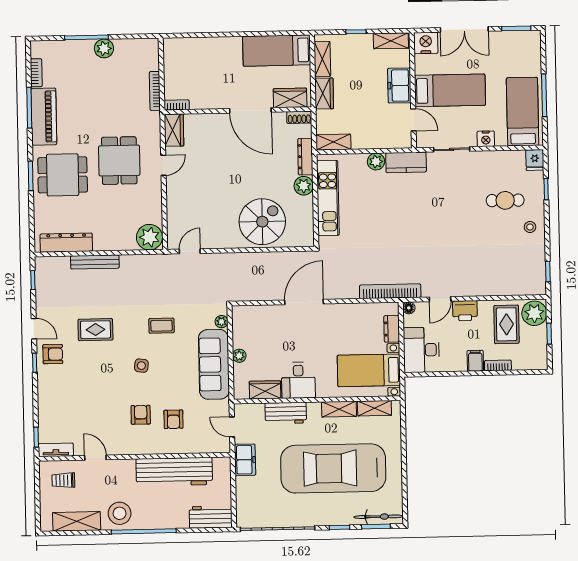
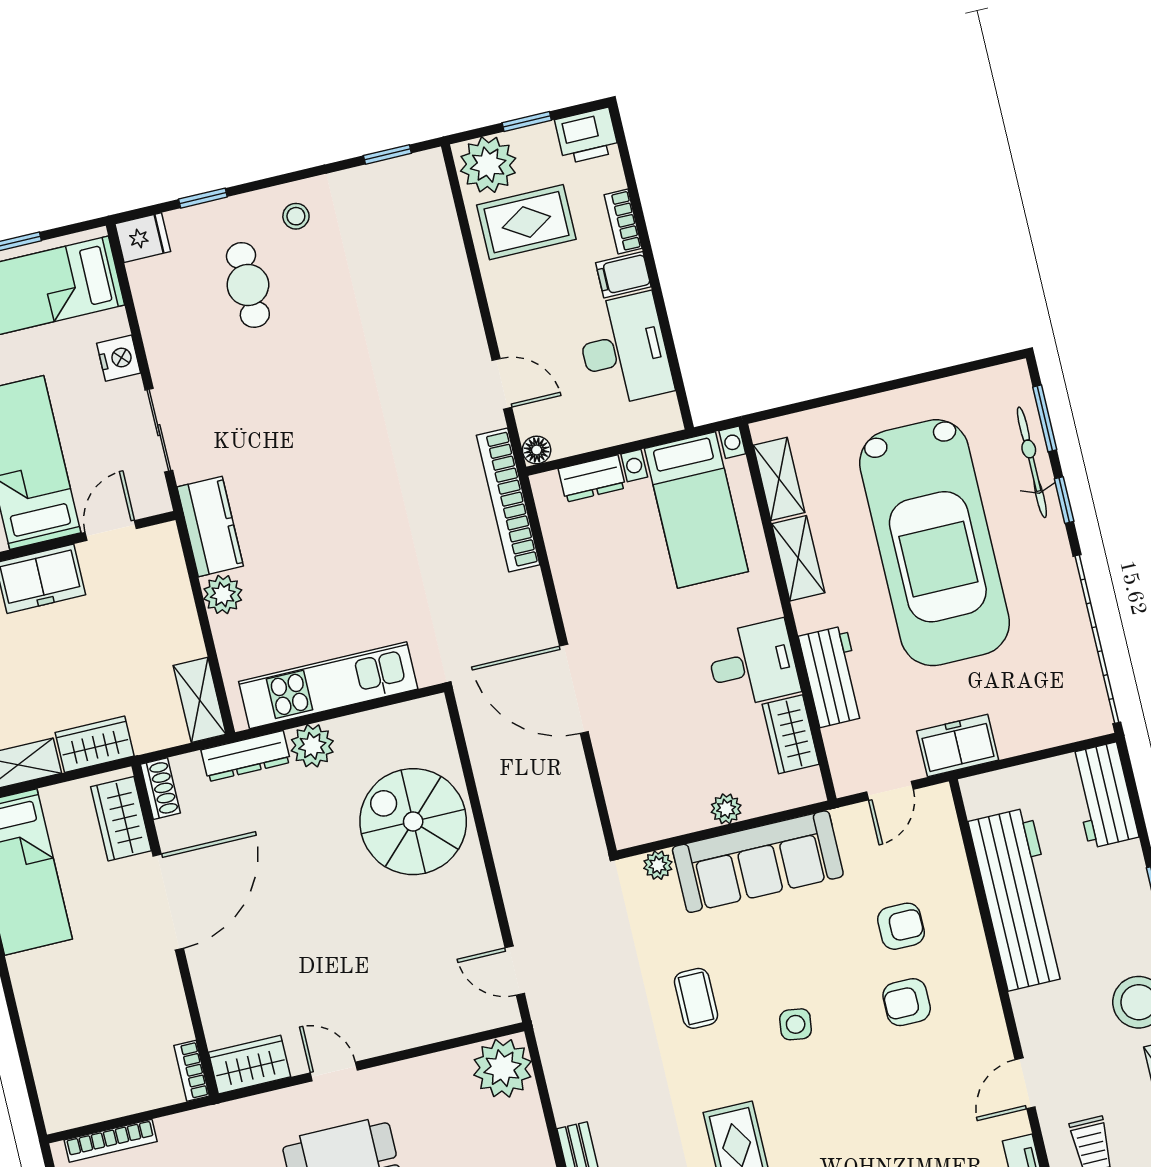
bookcase: (155, 91) -> (111, 1141), moved
printer: (465, 311) -> (587, 136), moved, turned 90
desk: (421, 350) -> (624, 350), moved, turned -90
bicycle: (378, 517) -> (1032, 462), moved

